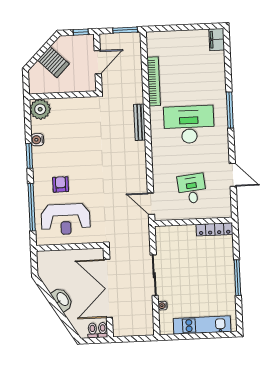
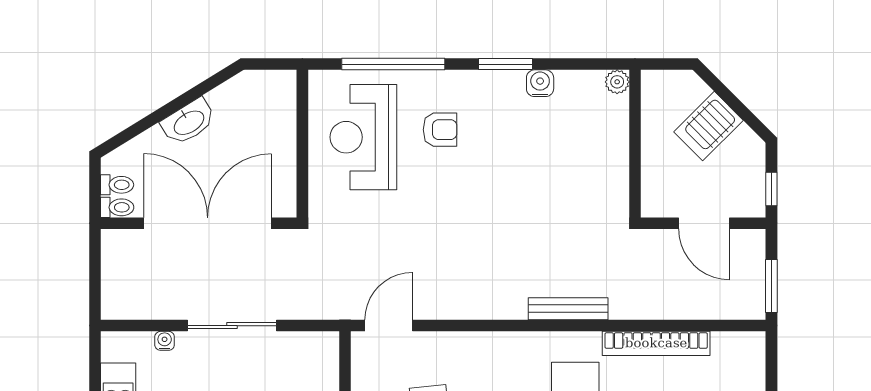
plant: (40, 109) -> (617, 82), width x0.53, depth x0.53

